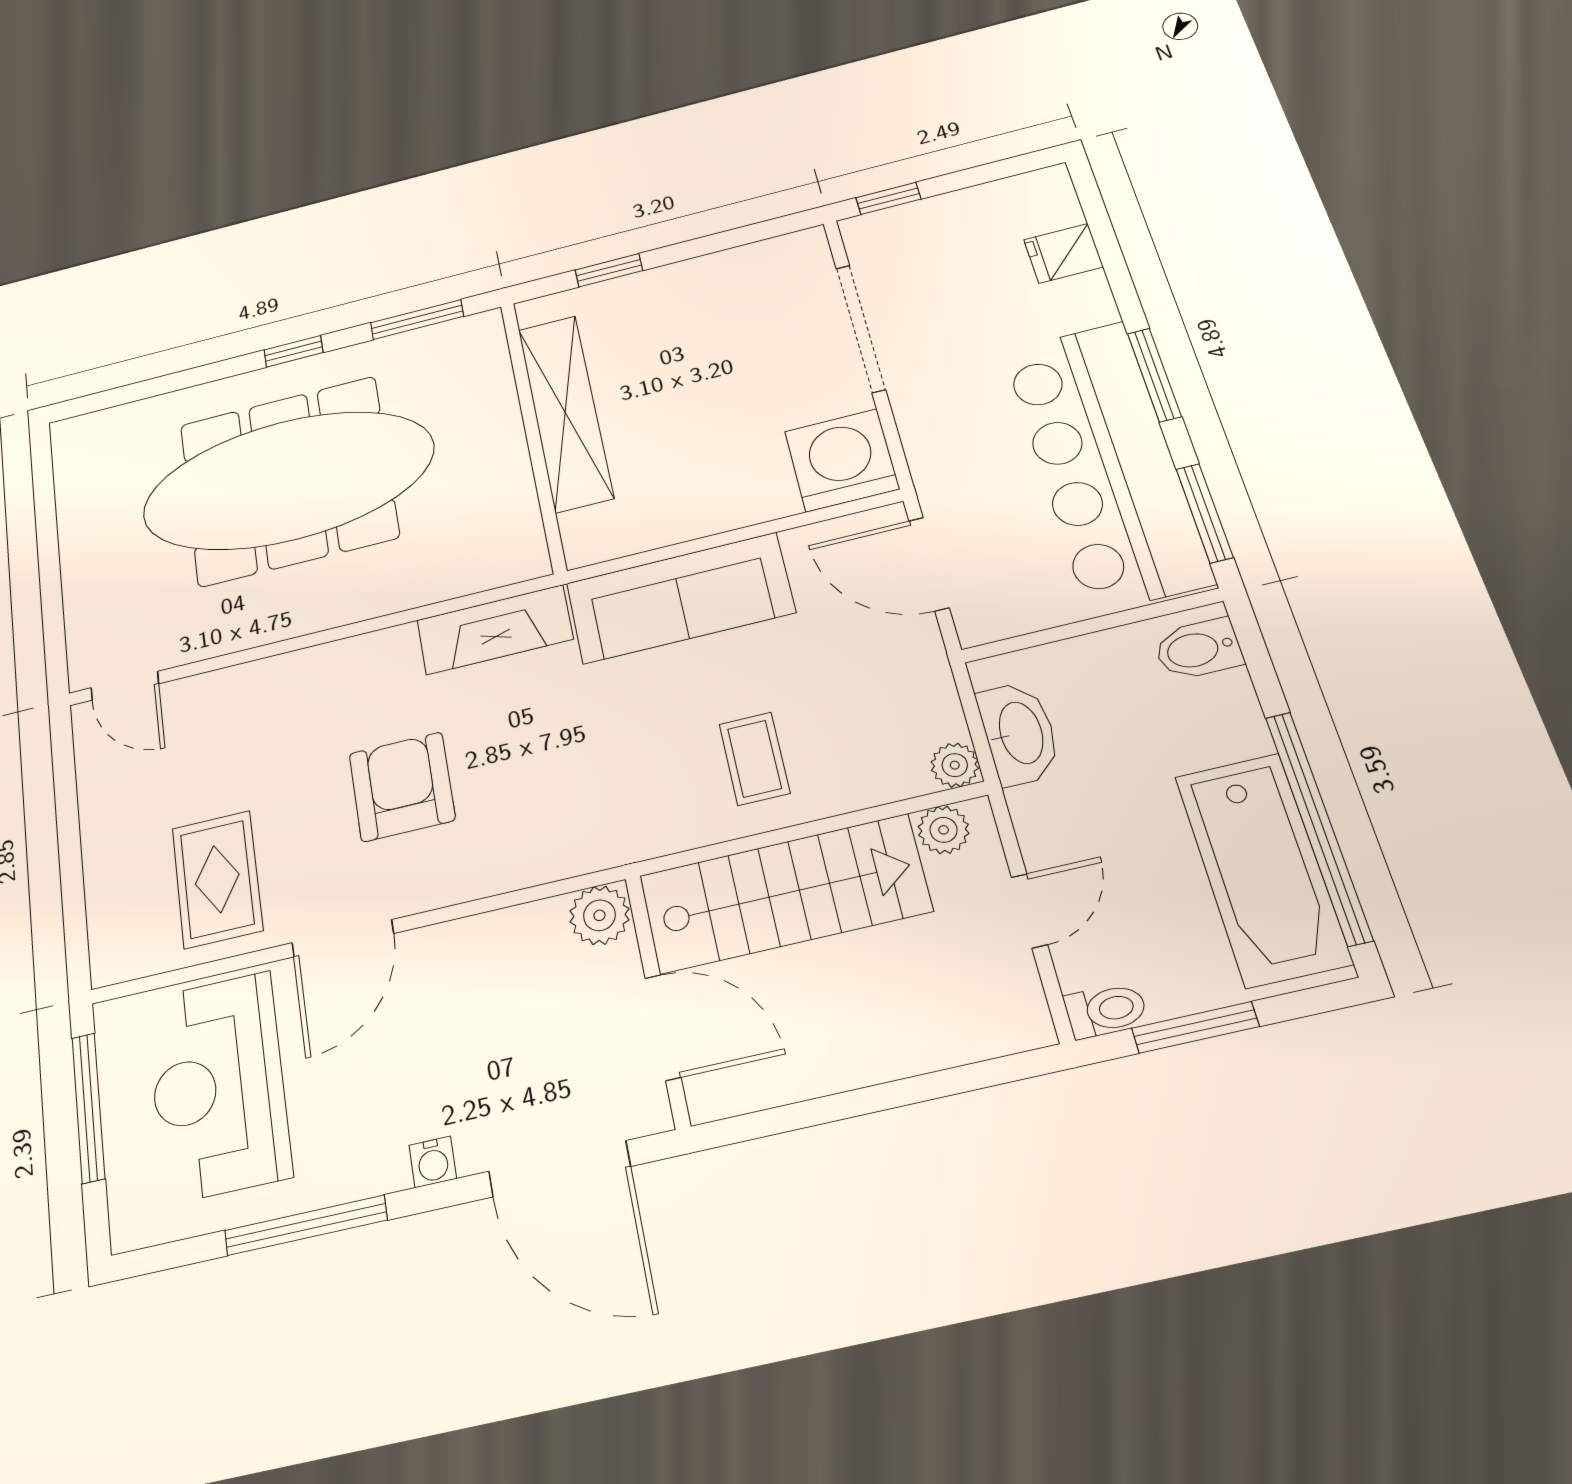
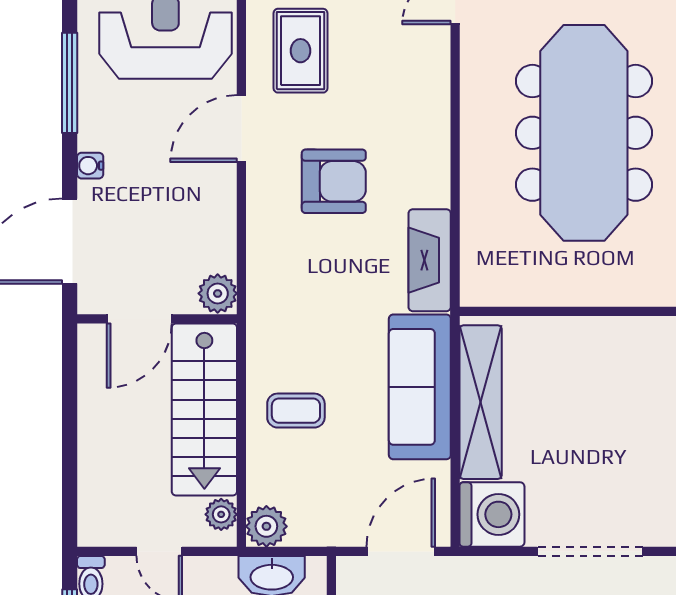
shelving: (565, 413) -> (481, 402), moved, turned 90
plant: (955, 765) -> (266, 526), width x1.38, depth x1.38
rug: (217, 879) -> (300, 51), turned 90
door: (343, 938) -> (241, 129), hinge flipped

